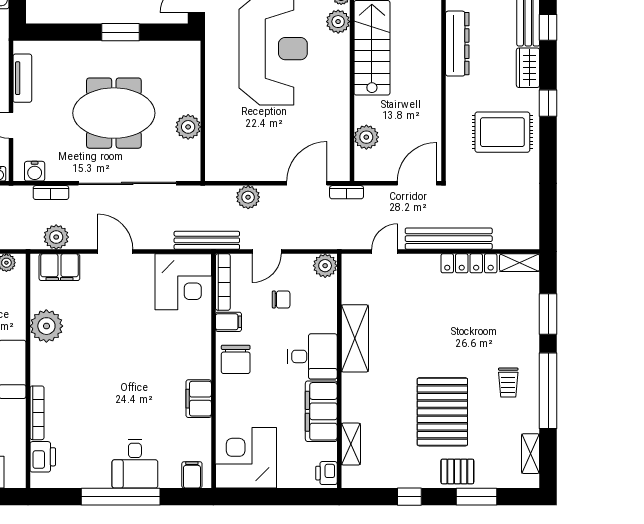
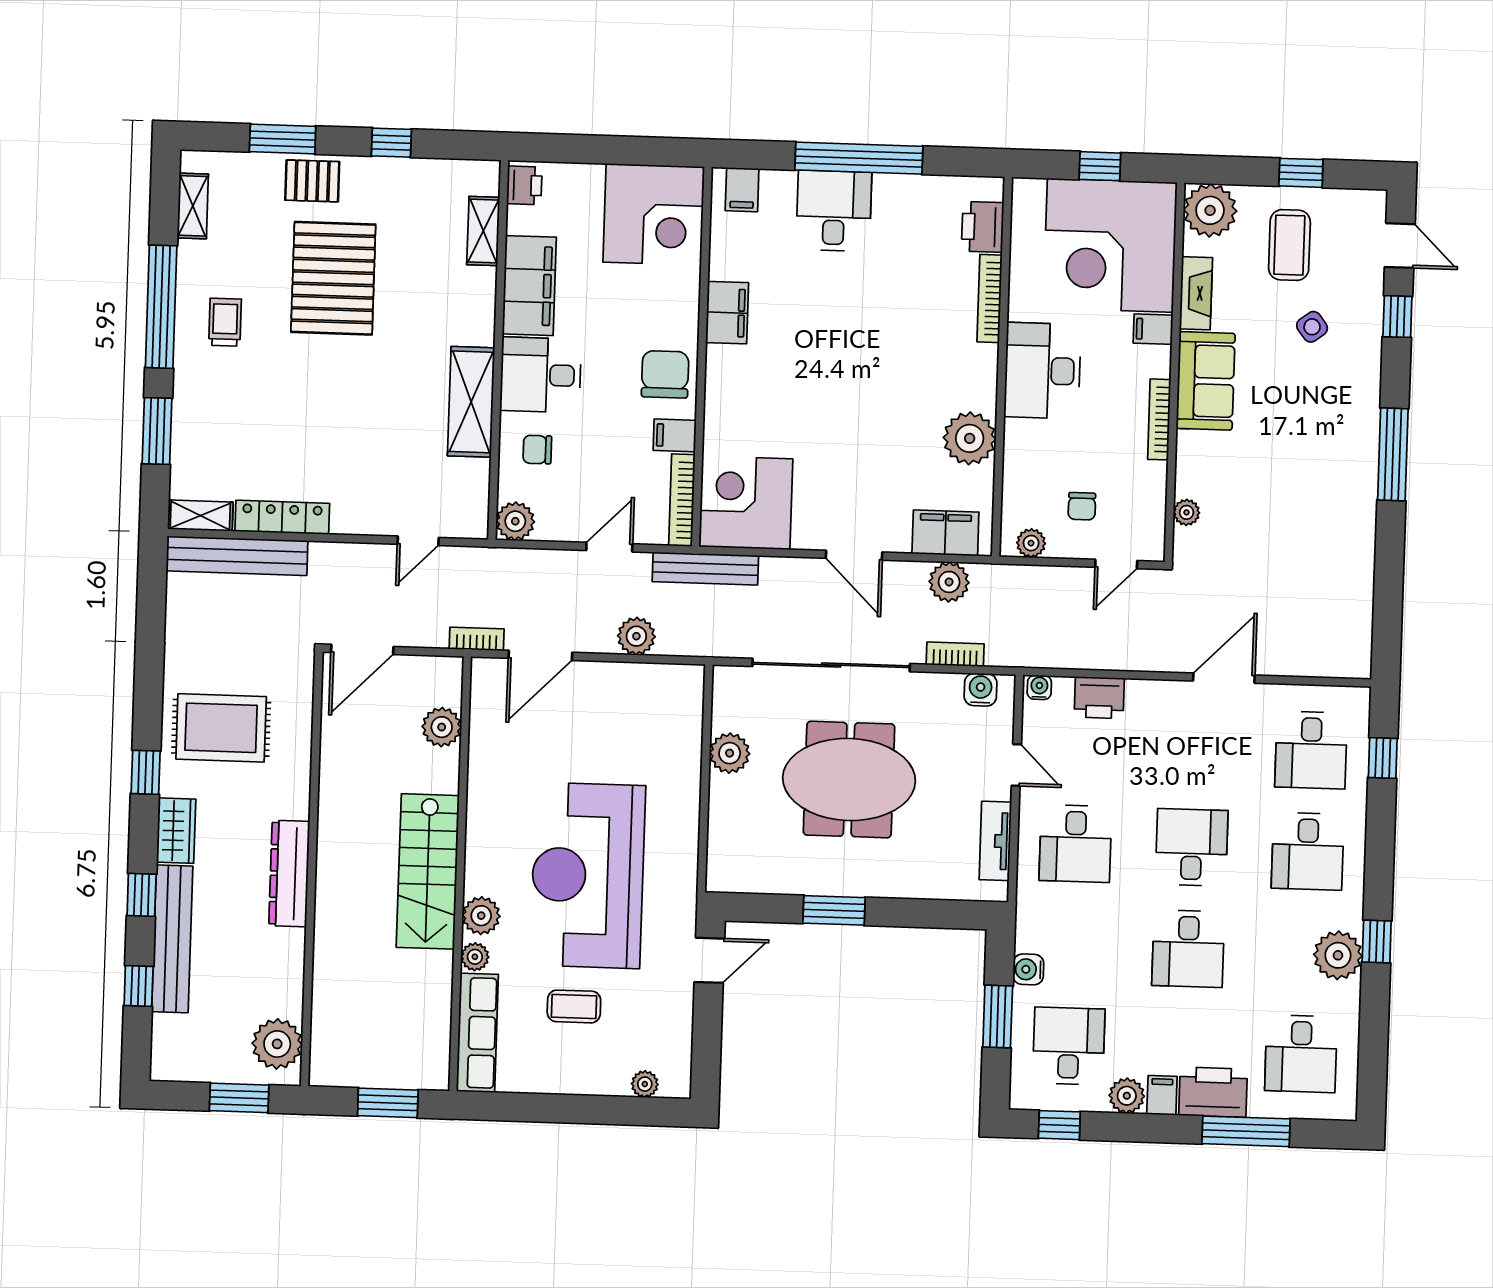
bench: (449, 239) -> (237, 556), moved
chair: (281, 300) -> (537, 450), moved

